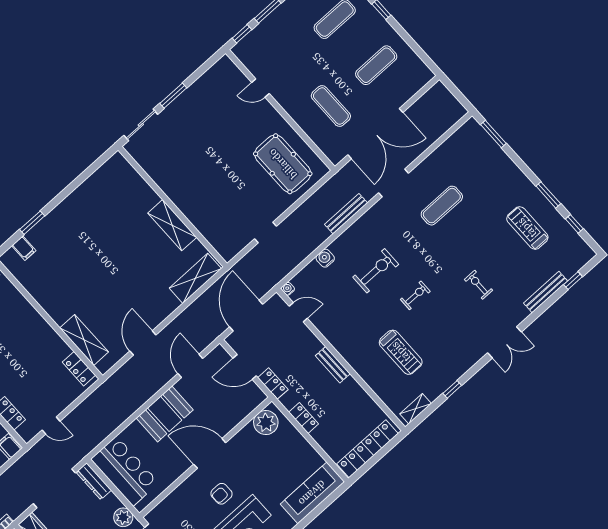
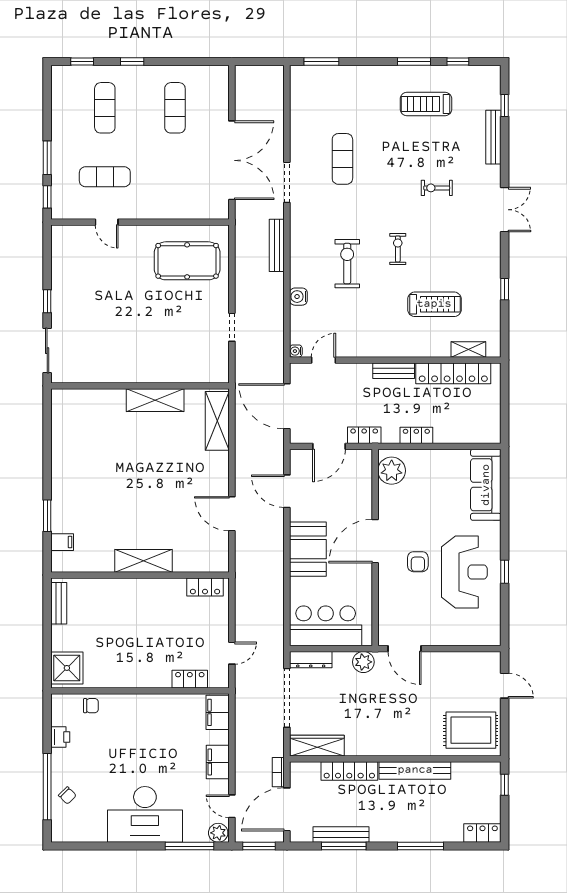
door: (260, 88) -> (107, 222), hinge flipped
window: (173, 96) -> (47, 301), width x0.67
exercise mat: (331, 106) -> (105, 177), moved
shelving: (84, 340) -> (144, 561), moved
shelving: (416, 409) -> (468, 349), moved, turned 90
locker: (367, 449) -> (453, 373), moved, turned -90

